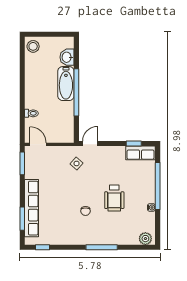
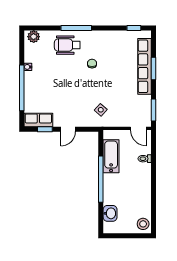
bathtub: (66, 84) -> (111, 156), moved
door: (90, 143) -> (68, 129), moved
wheelchair: (114, 198) -> (67, 45), moved, turned -90
window: (22, 219) -> (154, 69), moved

